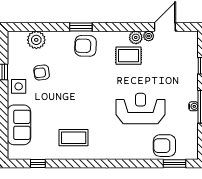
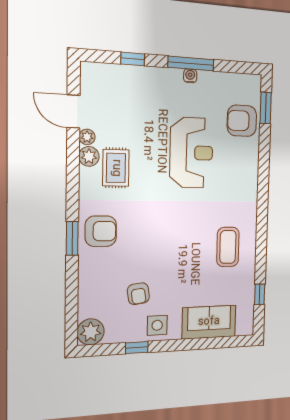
plant: (36, 40) -> (91, 332), moved
armchair: (86, 46) -> (101, 231), turned -92
reception desk: (141, 109) -> (191, 153), turned 180
armchair: (164, 146) -> (242, 121), turned 90

